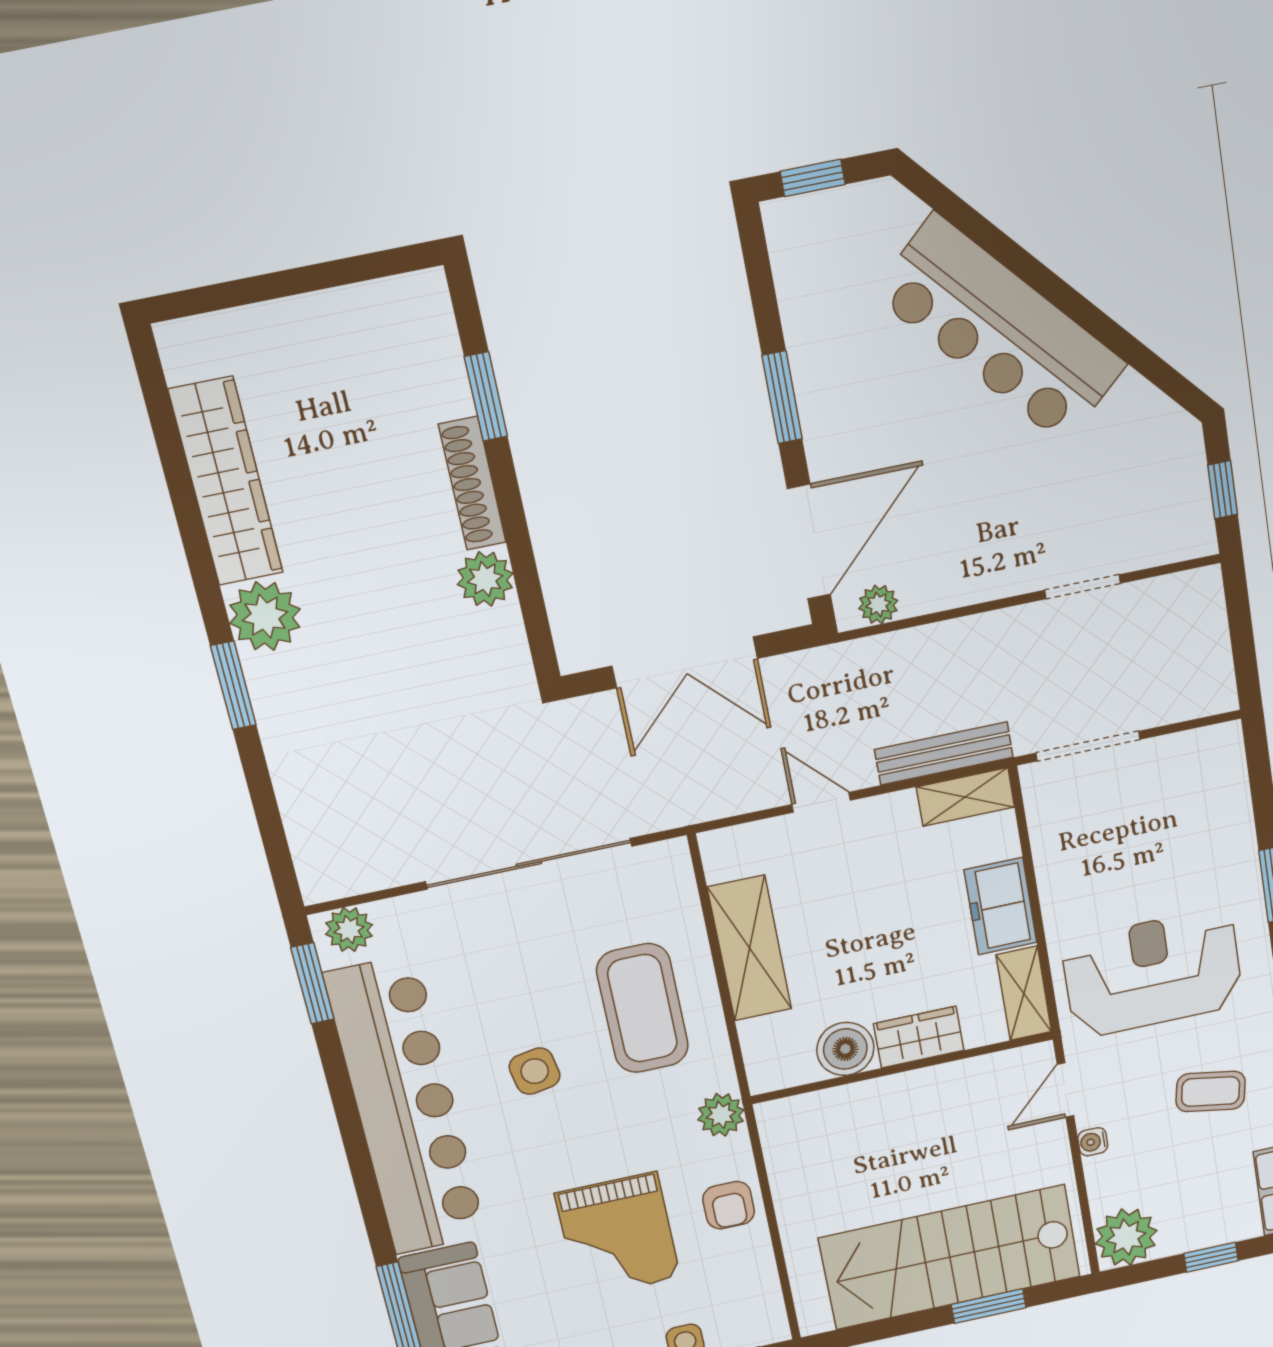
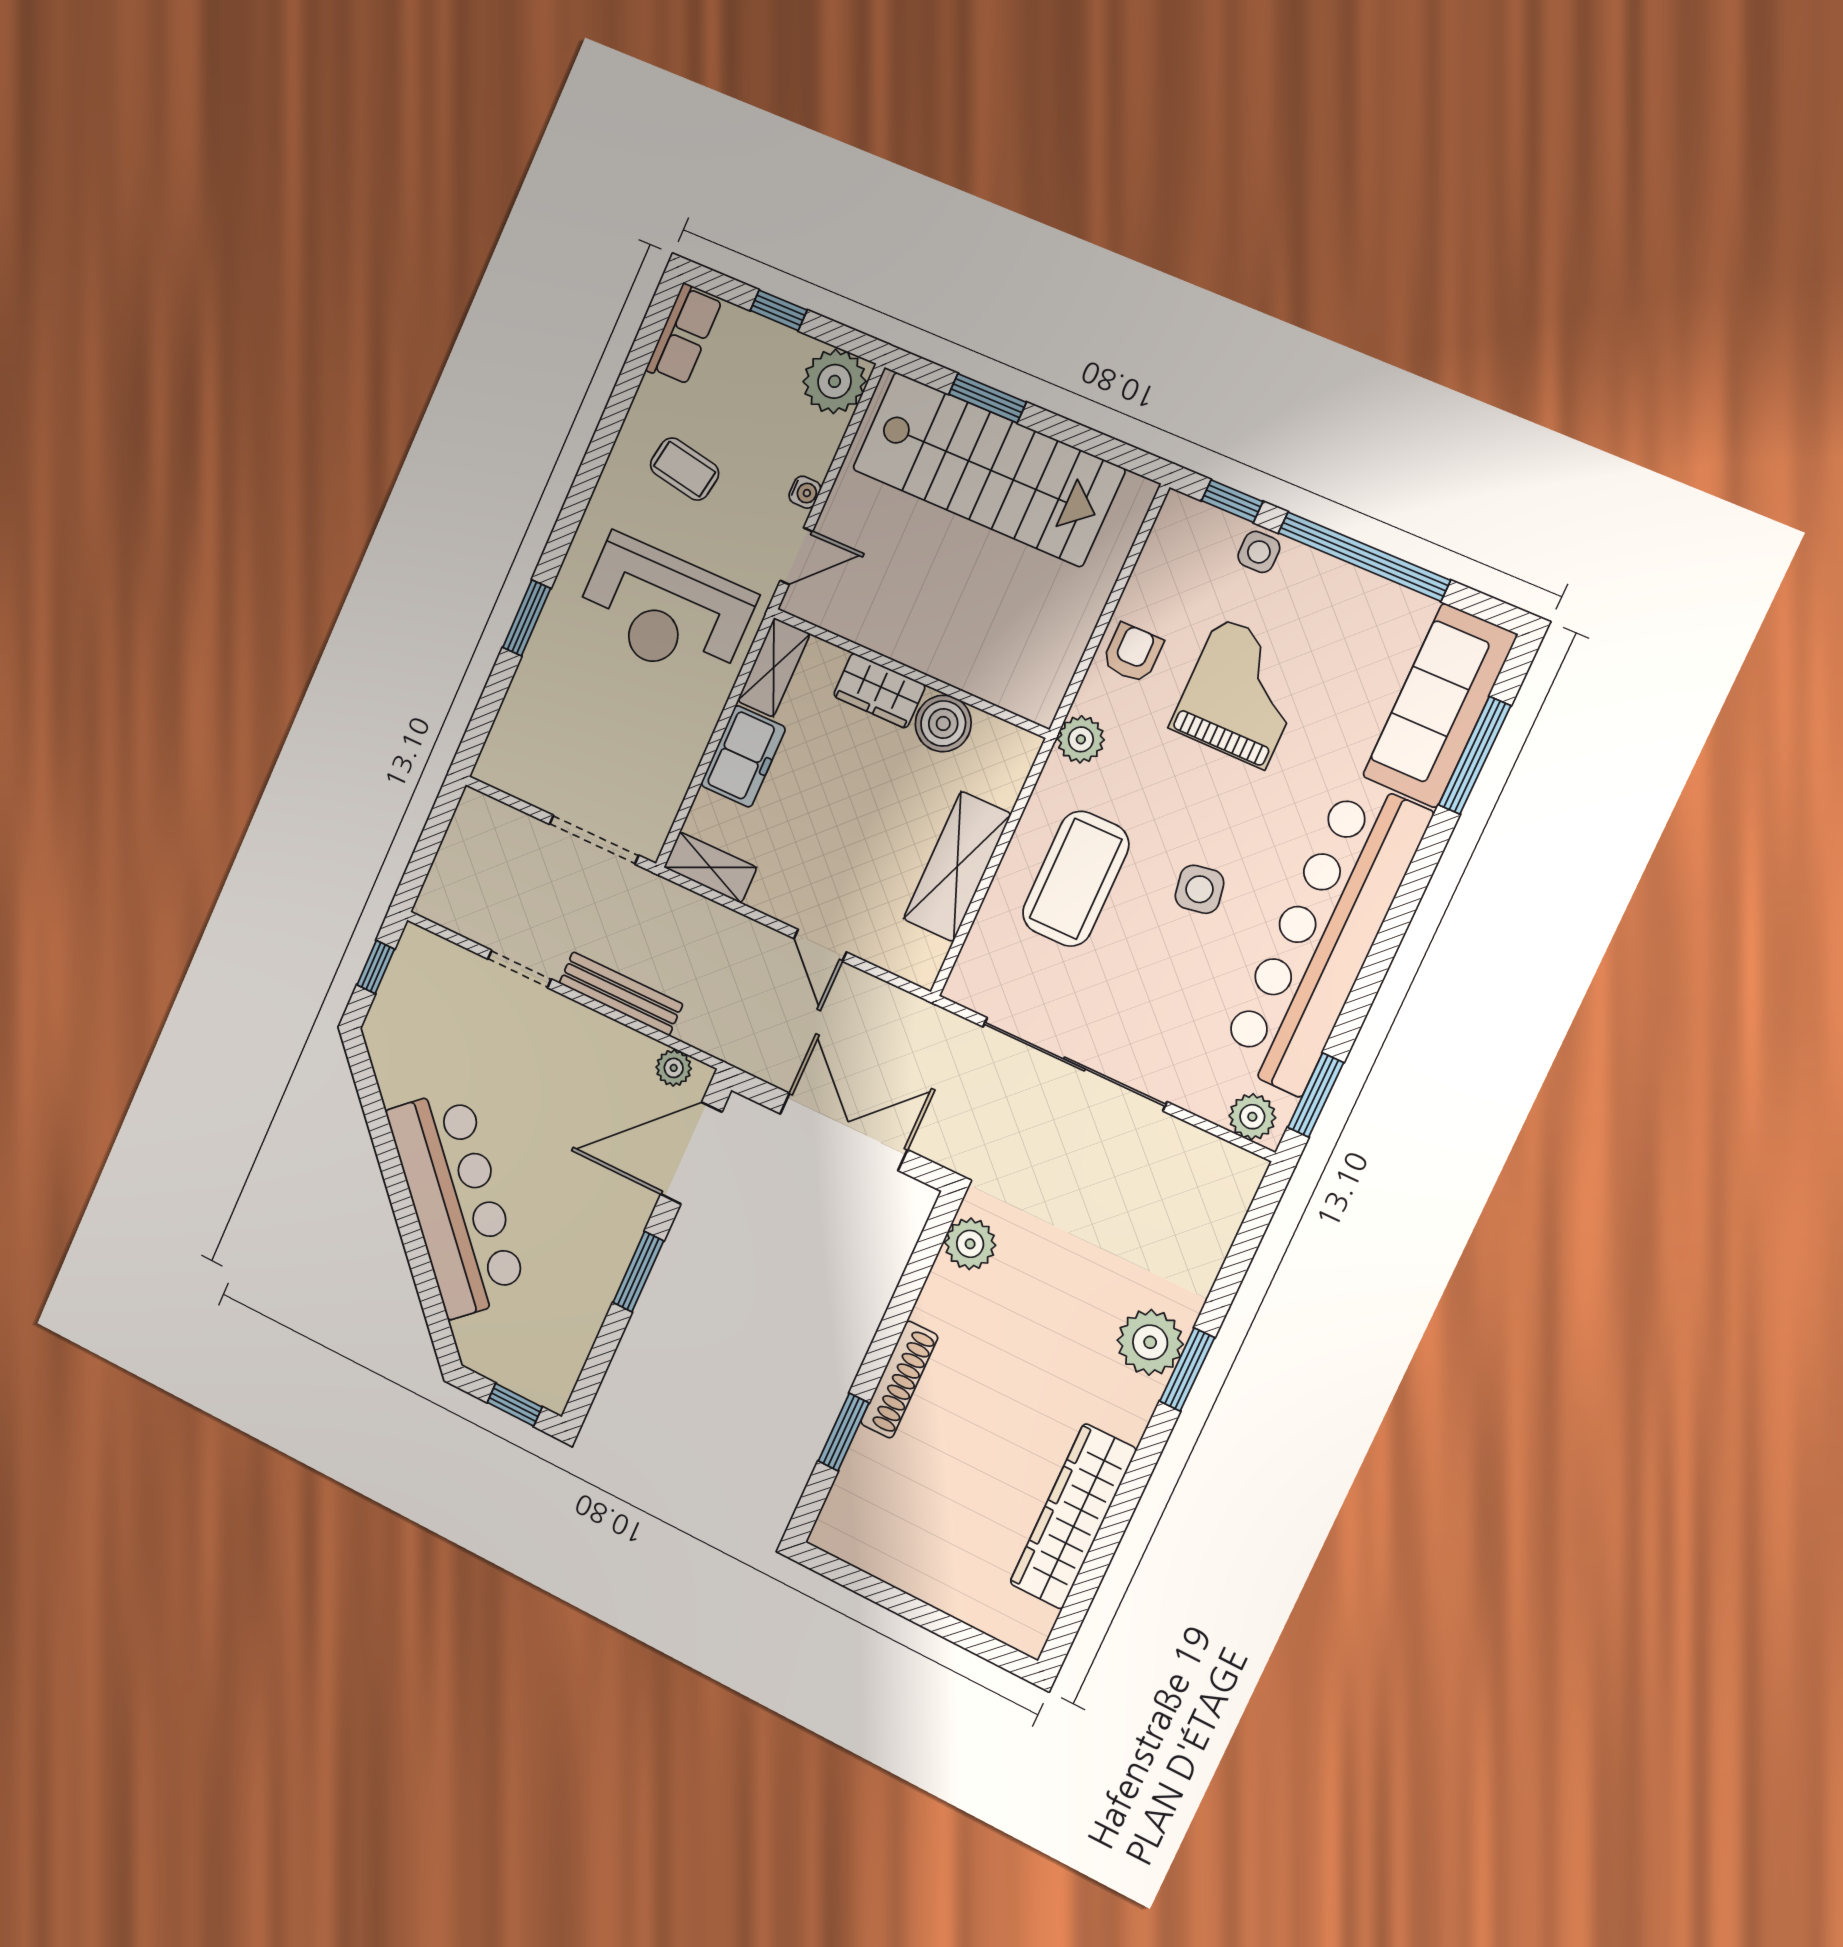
plant: (485, 579) -> (970, 1244), moved
plant: (265, 616) -> (1150, 1342), moved
bench: (944, 753) -> (621, 994), moved

